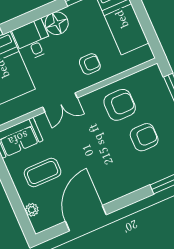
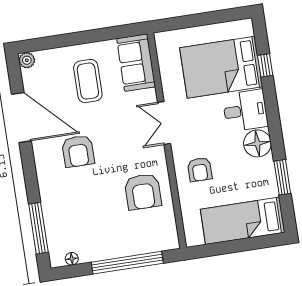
armchair: (144, 137) -> (78, 151), moved
plant: (32, 210) -> (27, 60), moved

